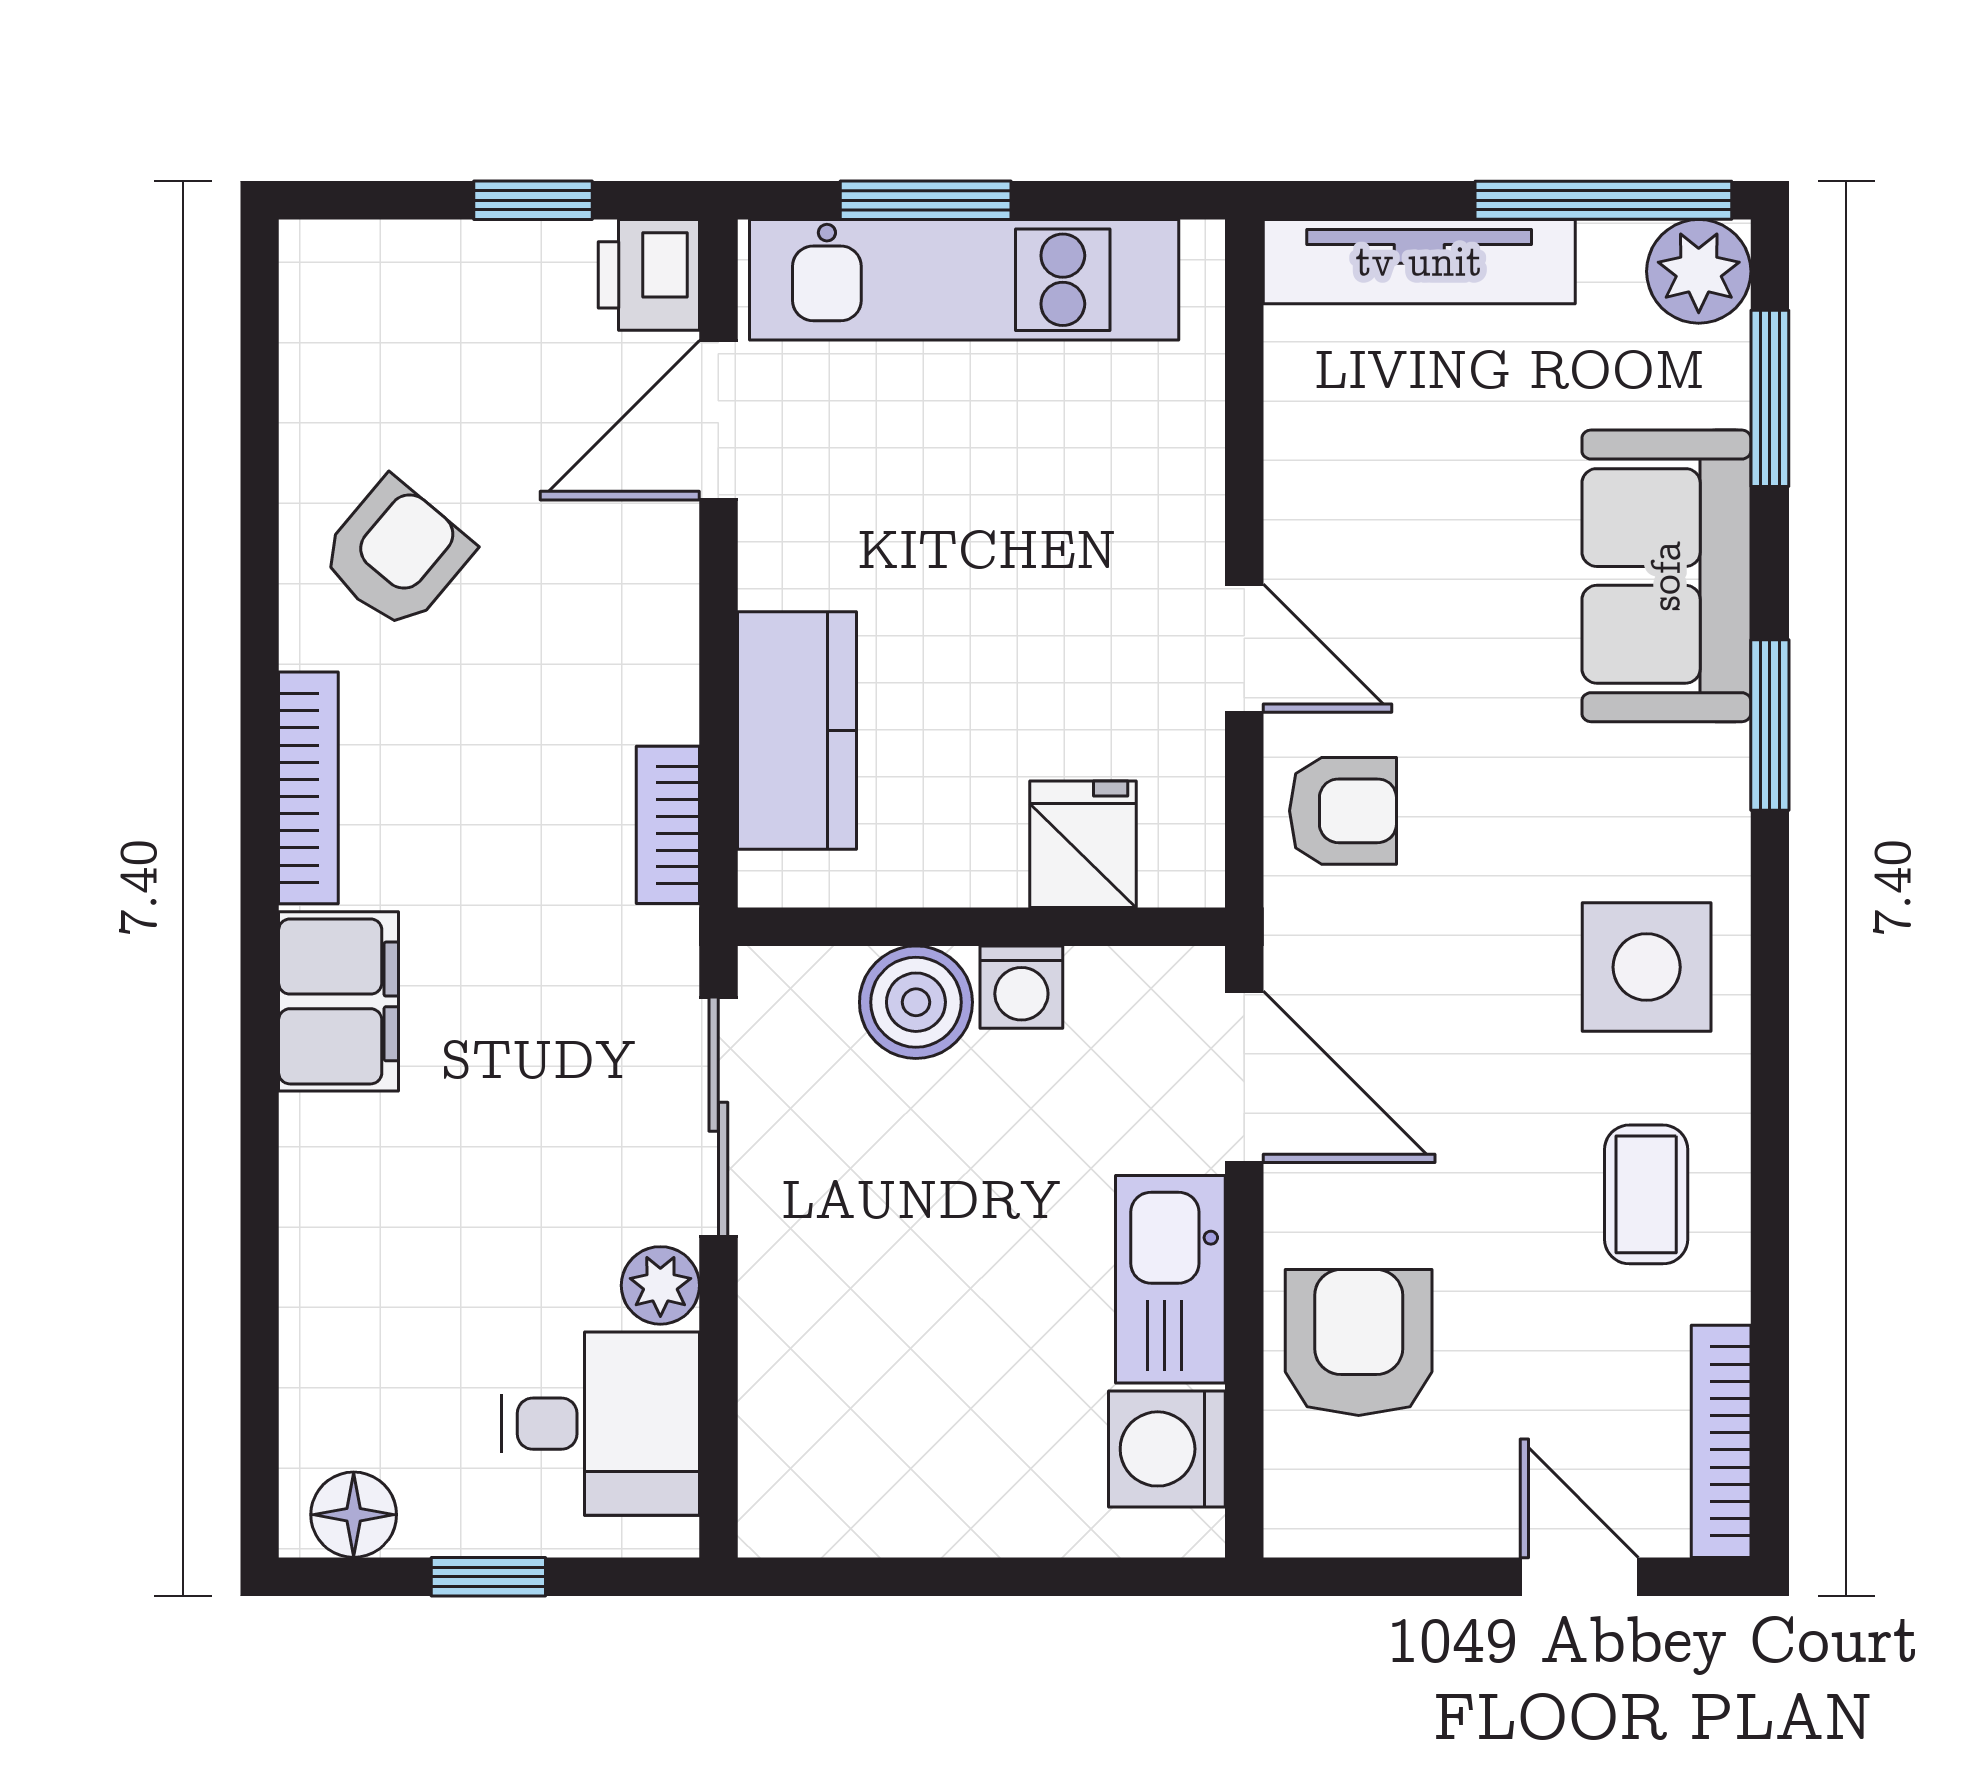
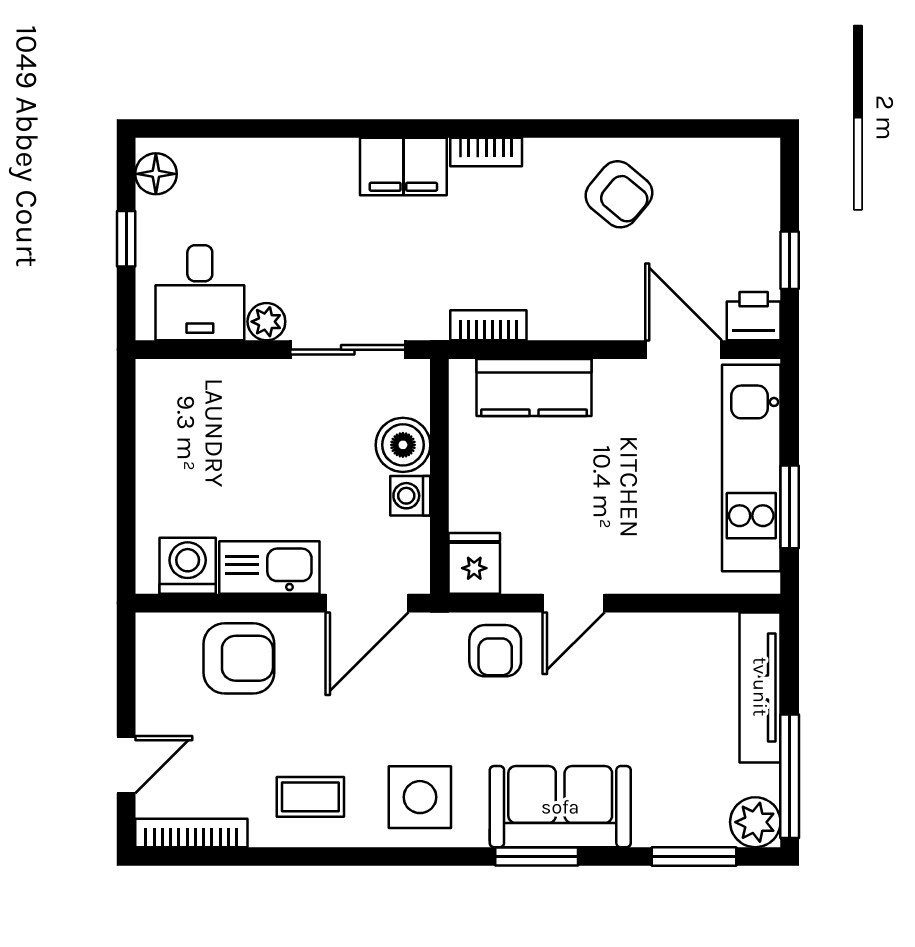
window: (926, 200) -> (790, 507), moved
sofa: (1666, 576) -> (560, 807), moved
bookcase: (308, 788) -> (486, 152), width x0.64
fridge: (1083, 844) -> (474, 563), moved, turned -90

